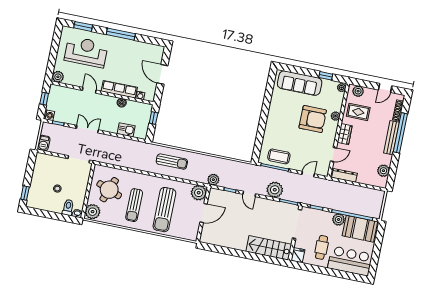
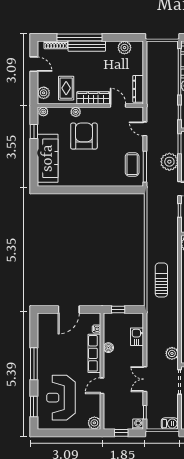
wardrobe: (345, 134) -> (93, 98), width x1.50
plant: (213, 180) -> (172, 353), moved

